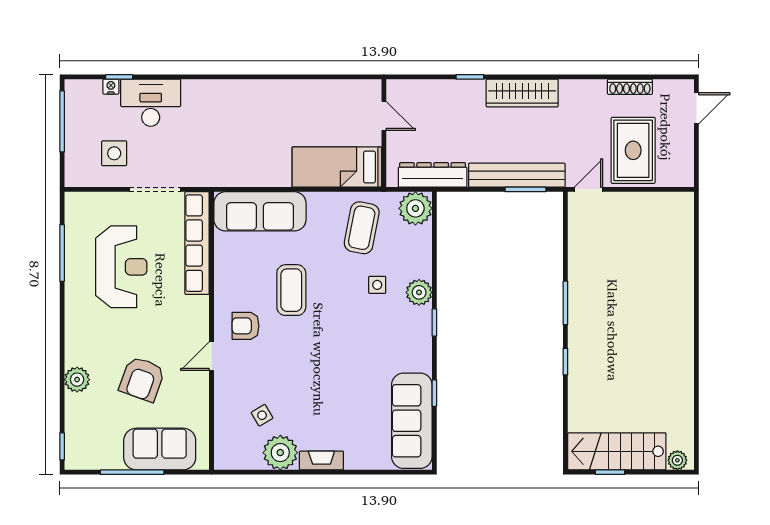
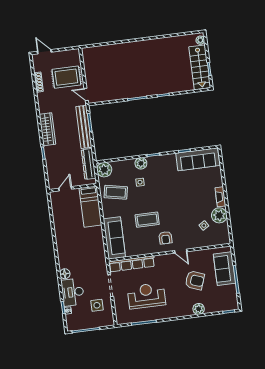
floor lamp: (194, 91) -> (65, 274), added

